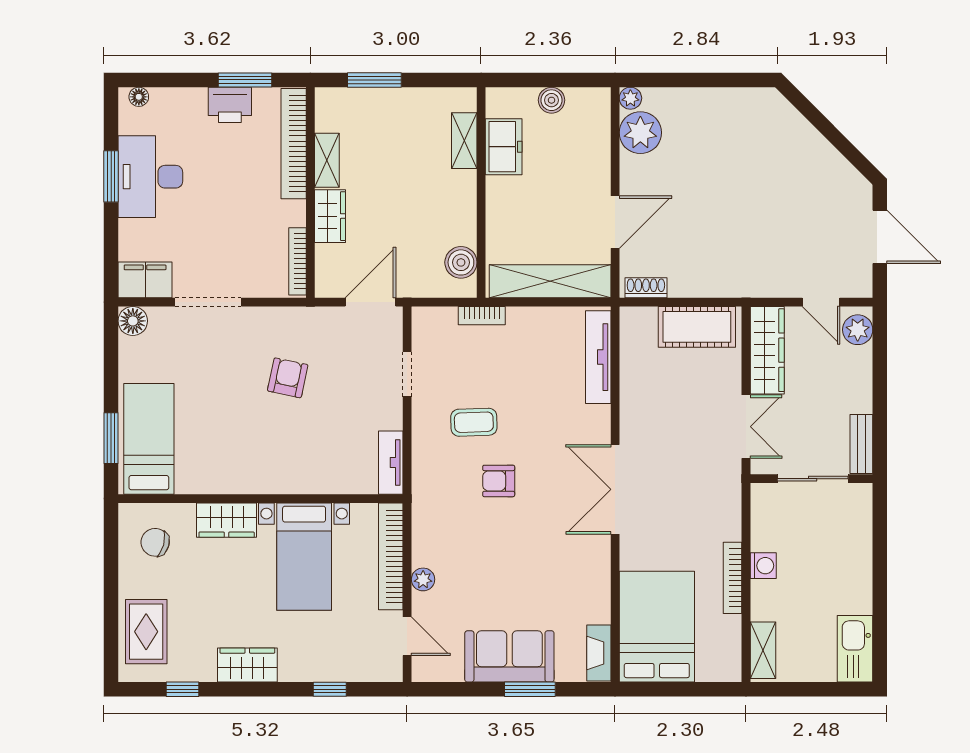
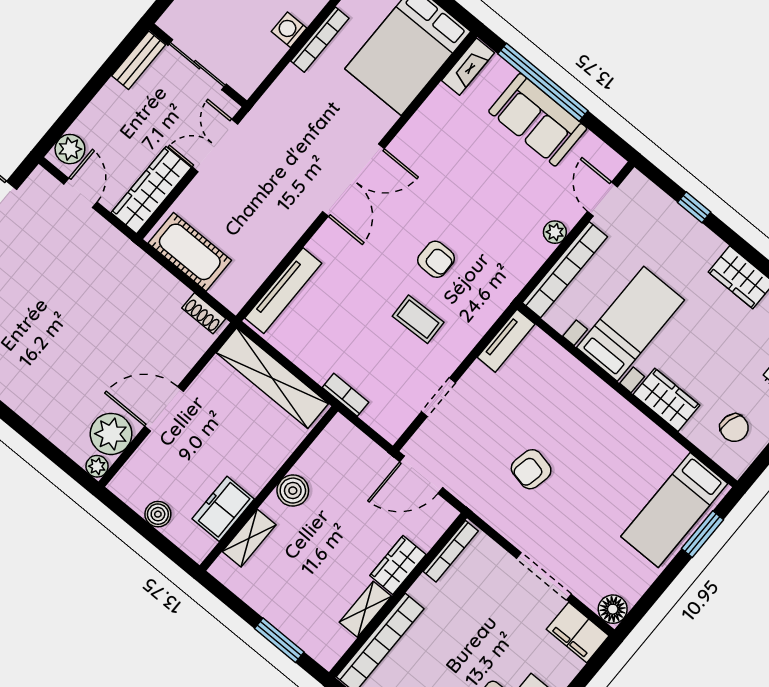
door: (615, 222) -> (164, 409), moved
boiler: (461, 262) -> (293, 491), moved
window: (530, 689) -> (543, 82), width x2.11

